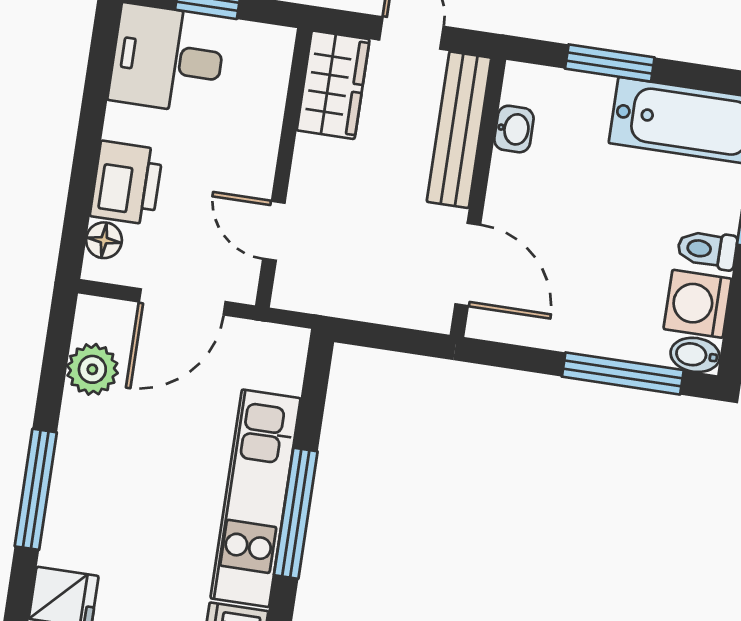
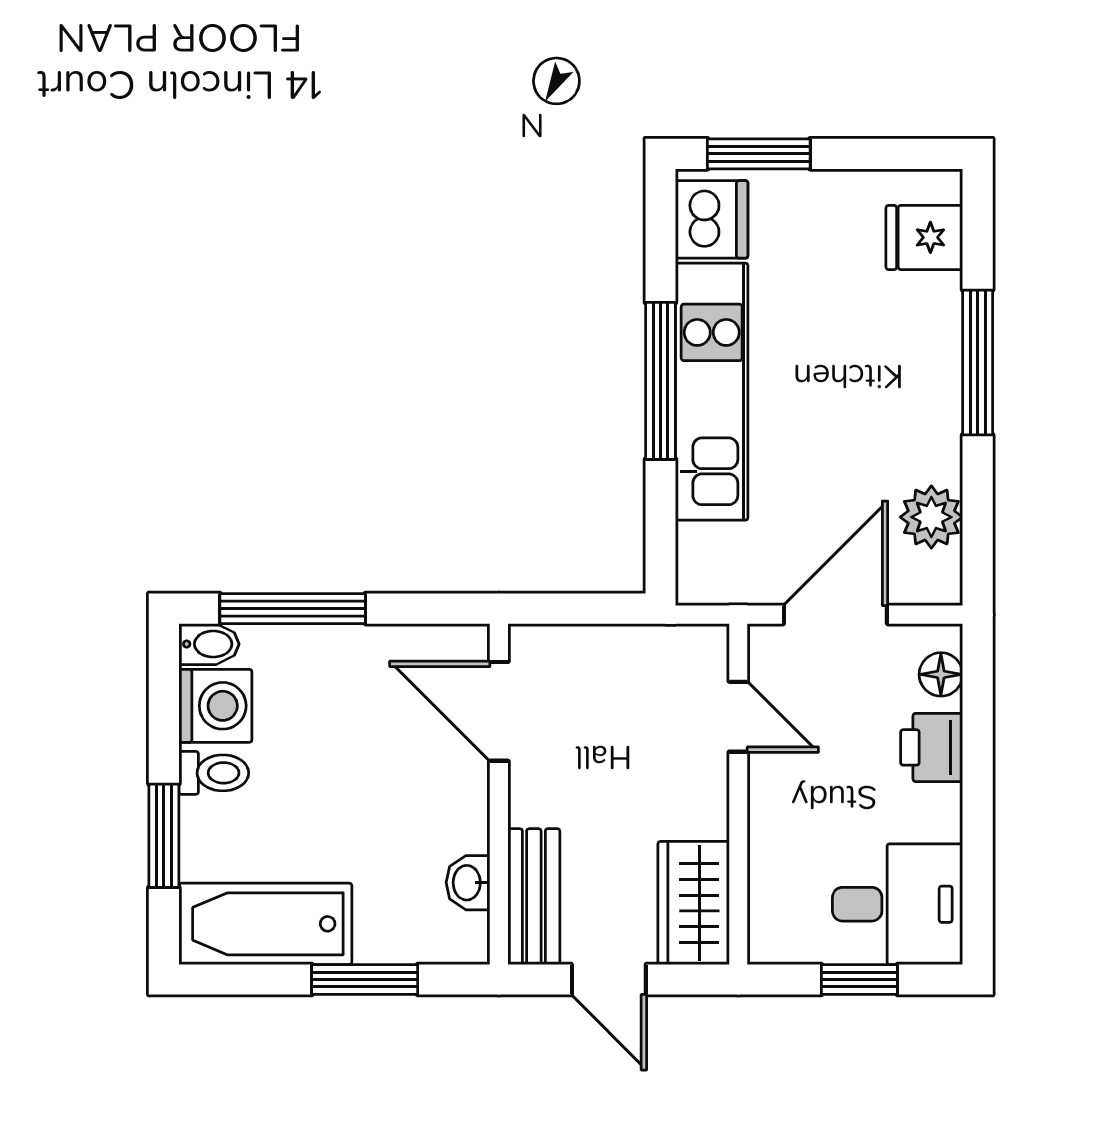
bench: (459, 130) -> (534, 897), width x0.73
printer: (127, 183) -> (932, 747), width x0.73, depth x0.81

